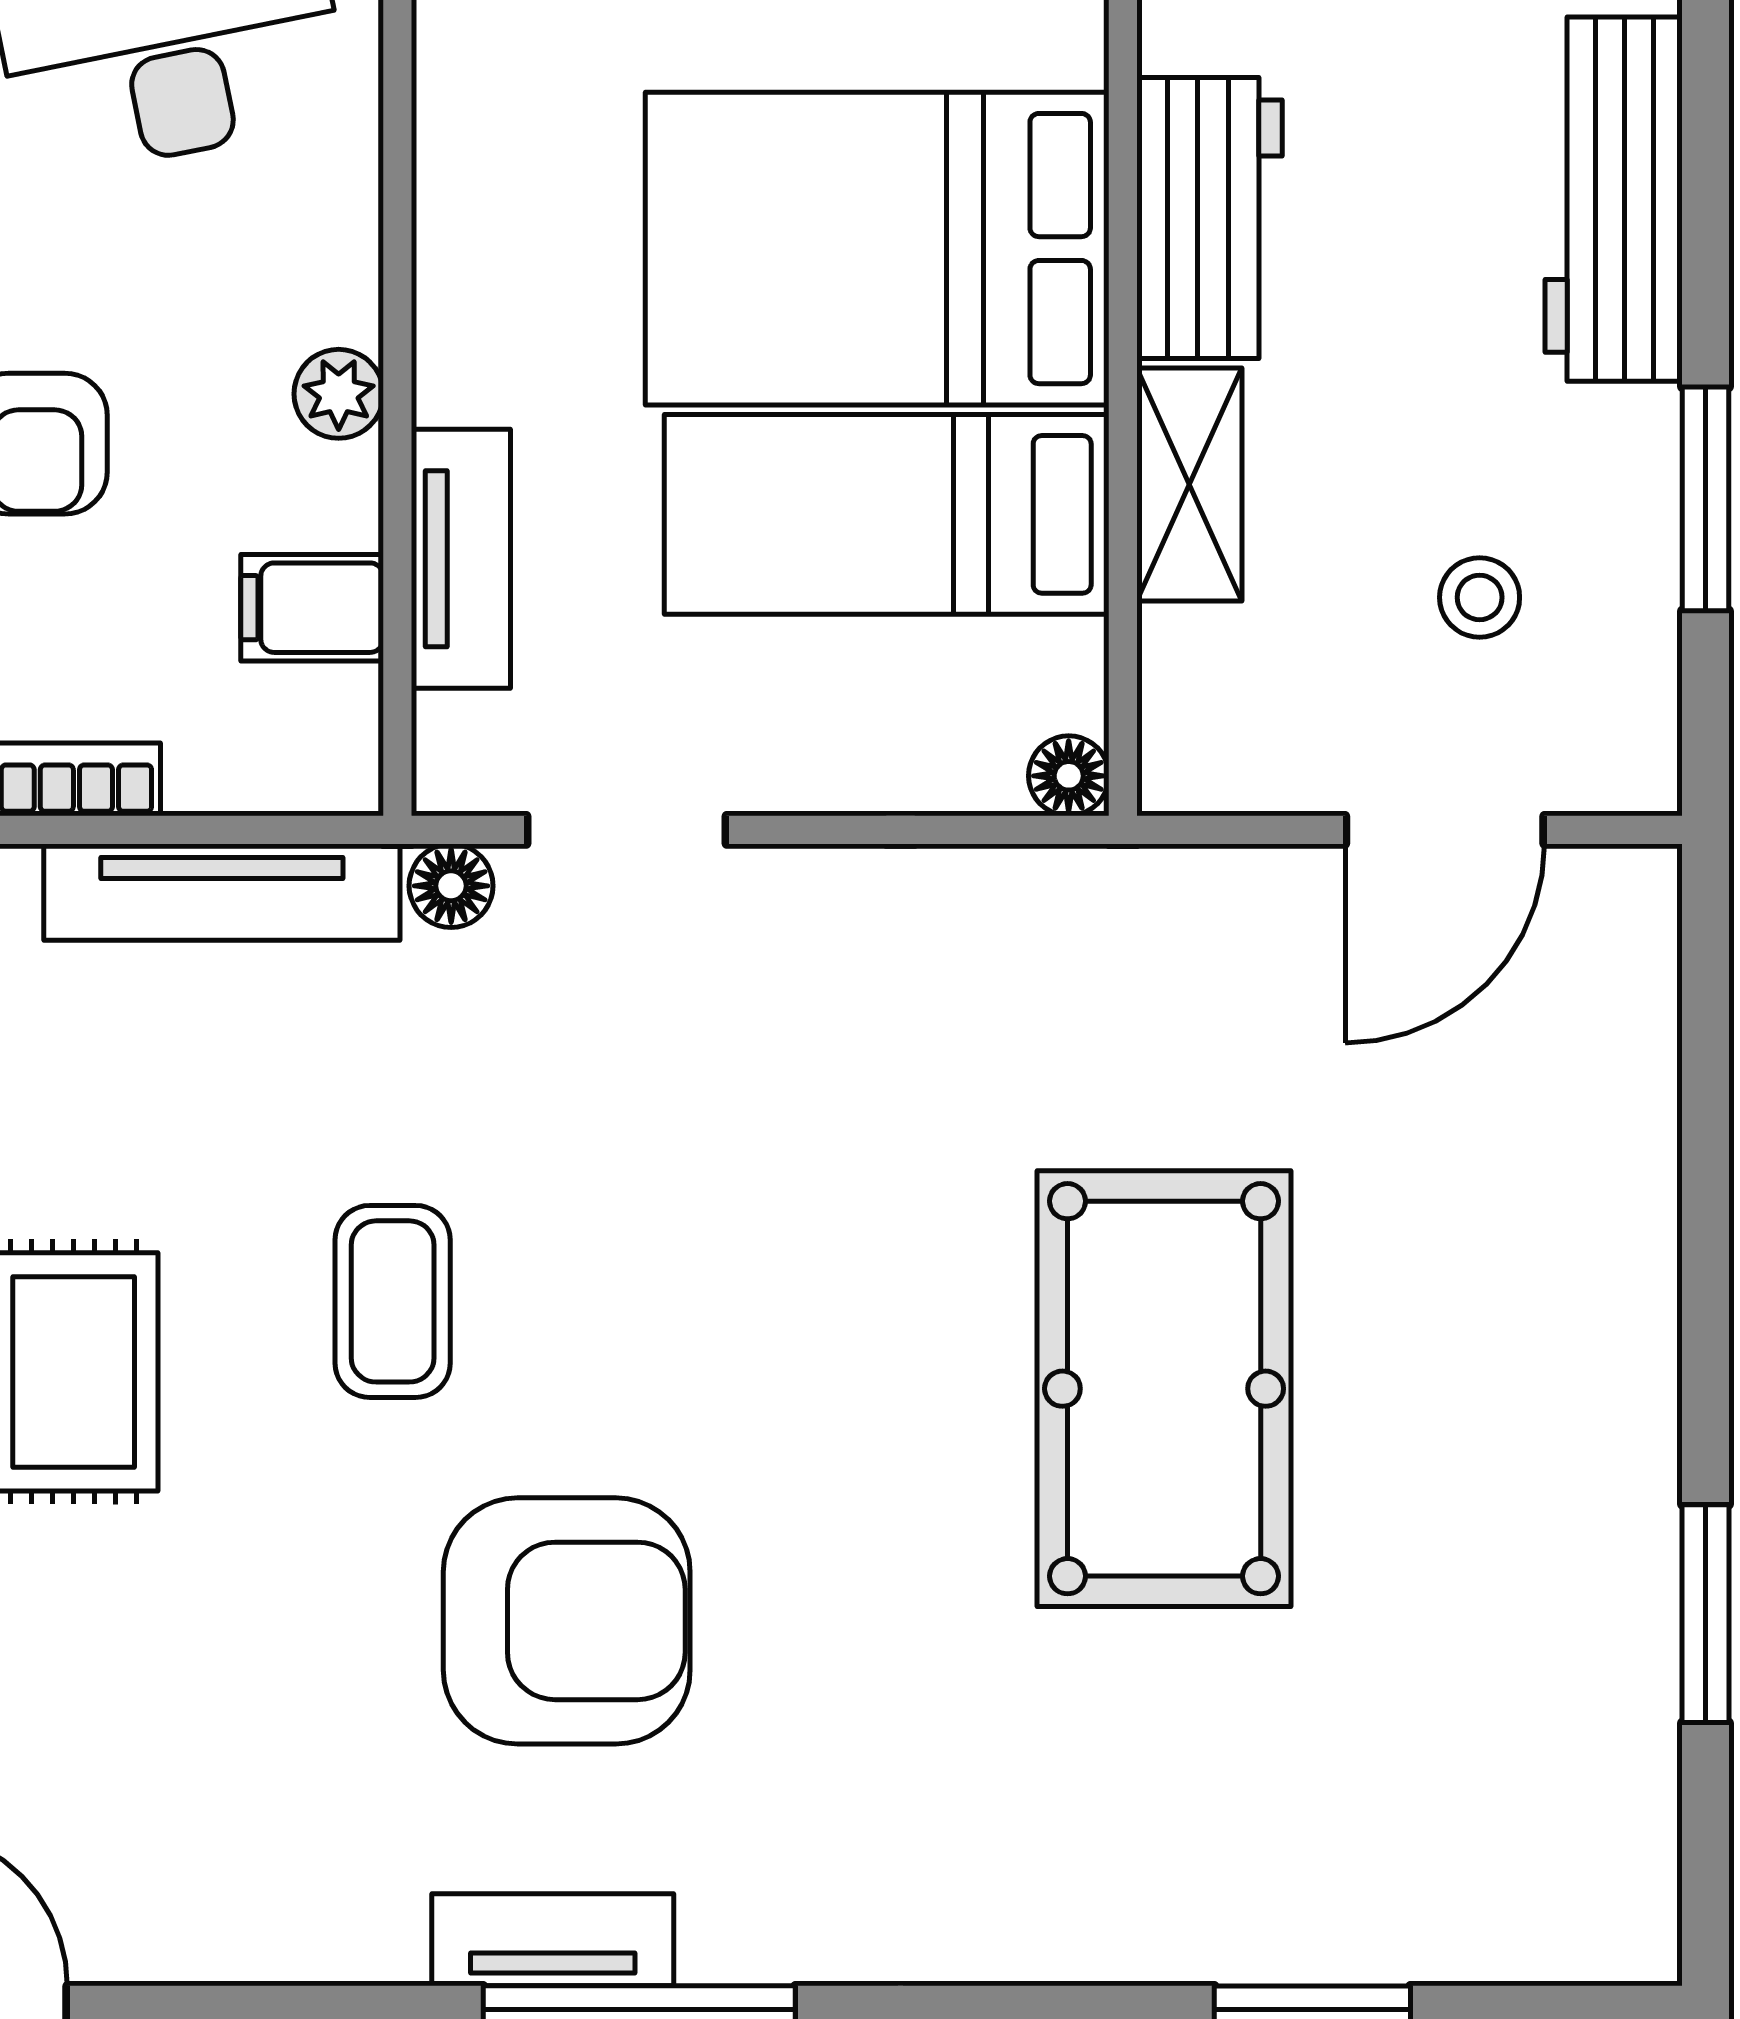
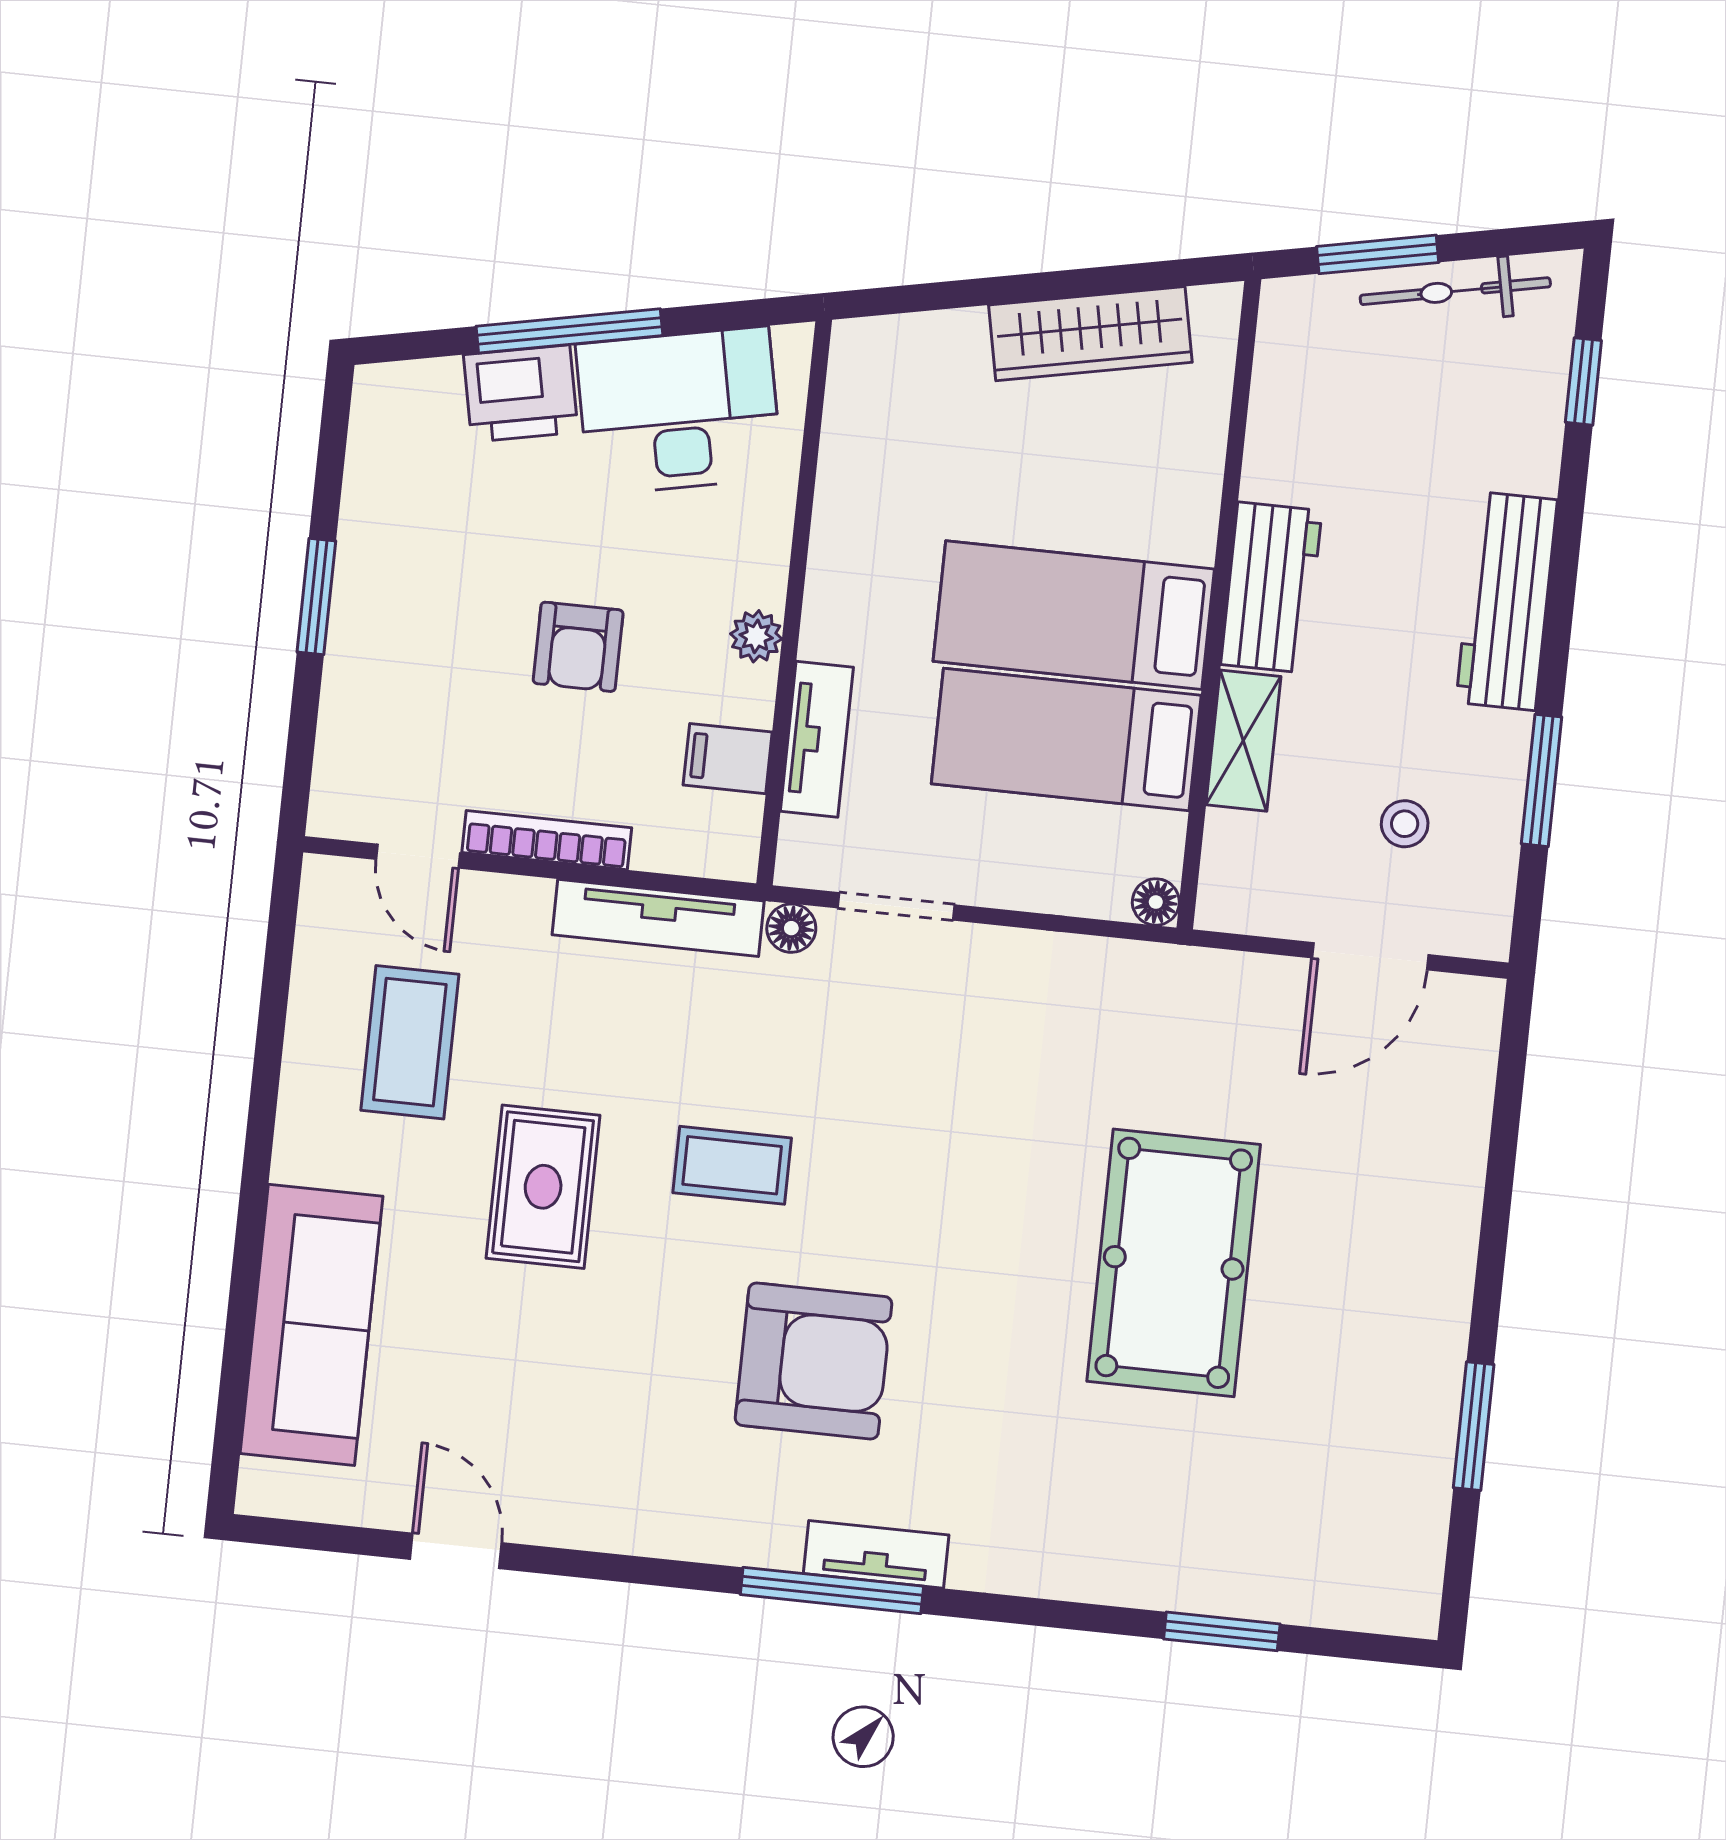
bed: (877, 249) -> (1074, 615), width x0.67
coffee table: (393, 1301) -> (732, 1165), turned 90
tv unit: (553, 1940) -> (876, 1554), moved

